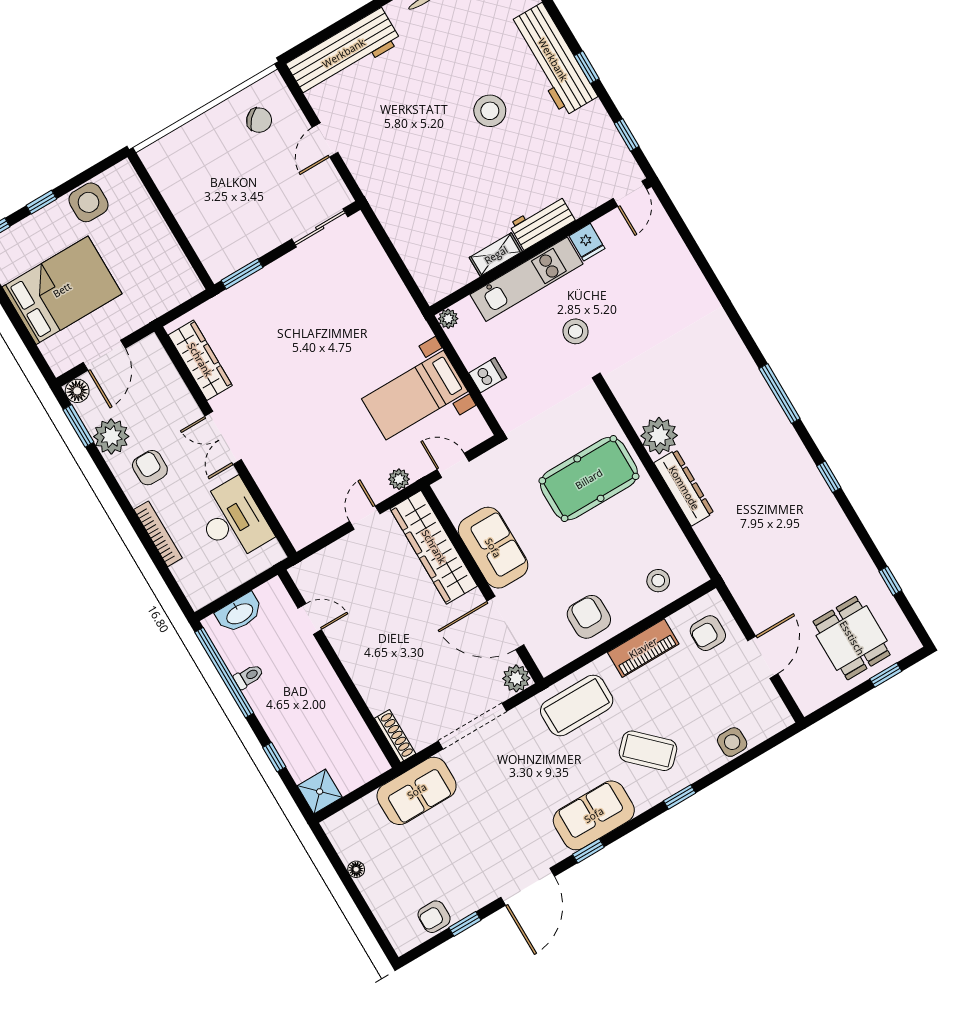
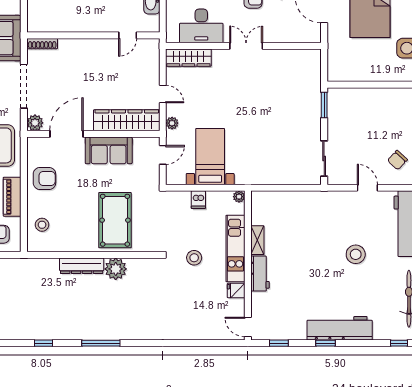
stool: (490, 111) -> (356, 254), moved
wardrobe: (200, 360) -> (188, 58), moved

